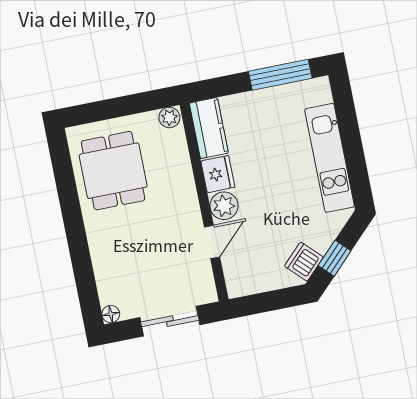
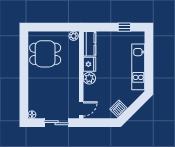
window: (280, 75) -> (124, 27), width x0.46
dining table: (113, 171) -> (45, 54), turned 90
door: (212, 242) -> (81, 109), moved
window: (335, 258) -> (132, 110), removed

